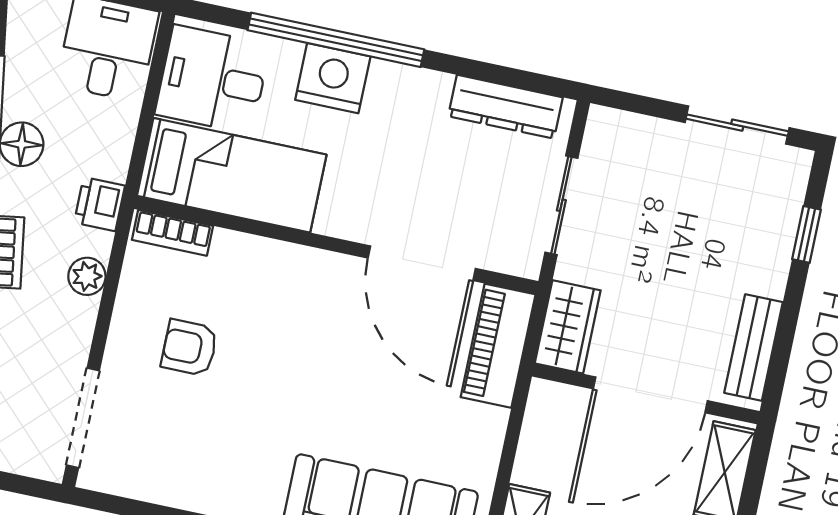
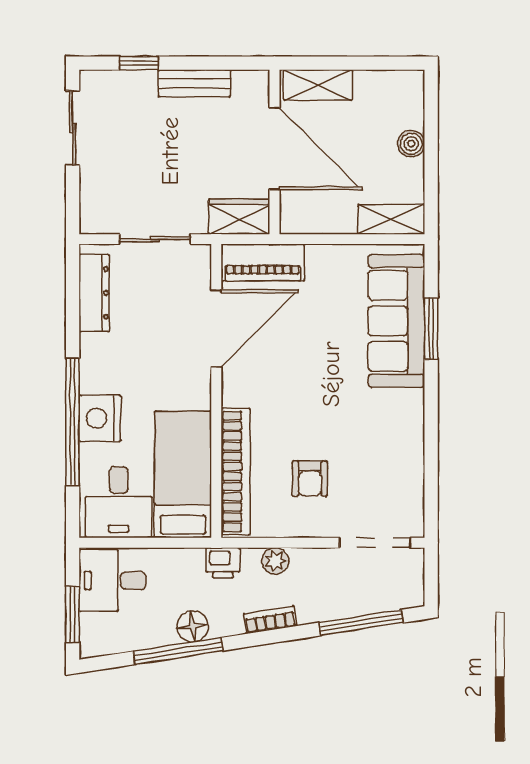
bookcase: (173, 233) -> (236, 471), width x2.31, depth x1.31
bench: (754, 347) -> (194, 83), moved

